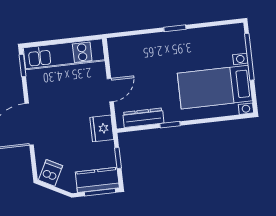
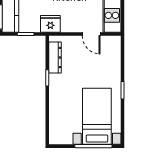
bed with nightstands: (215, 87) -> (97, 116), moved
door: (110, 90) -> (91, 34), moved

